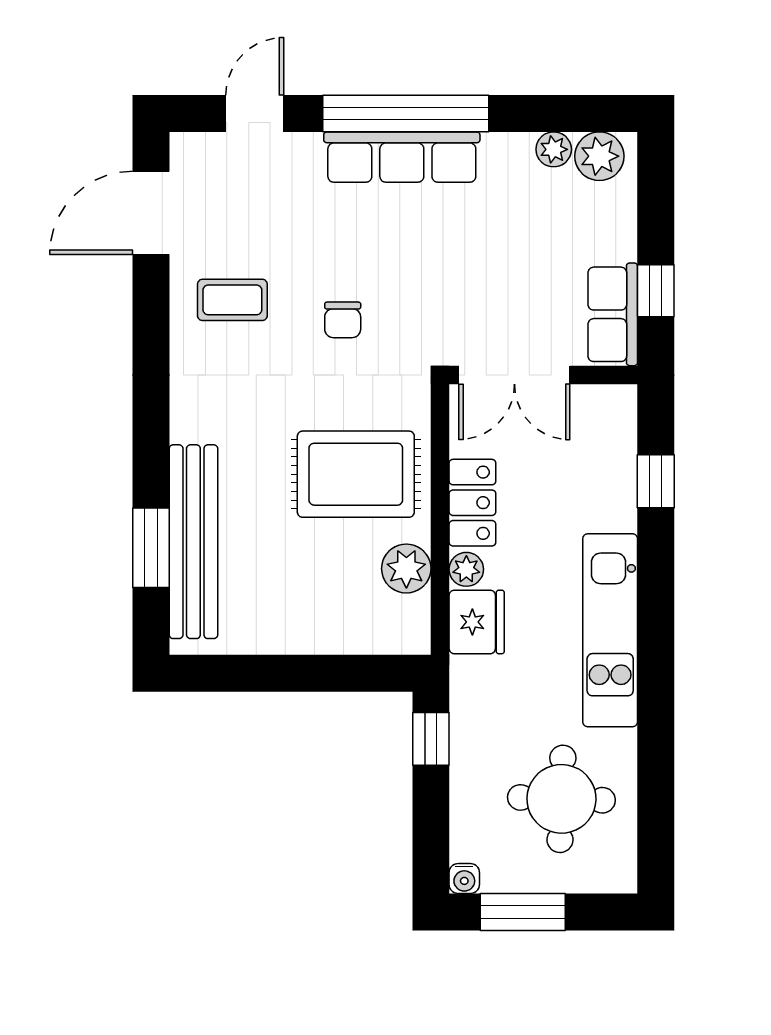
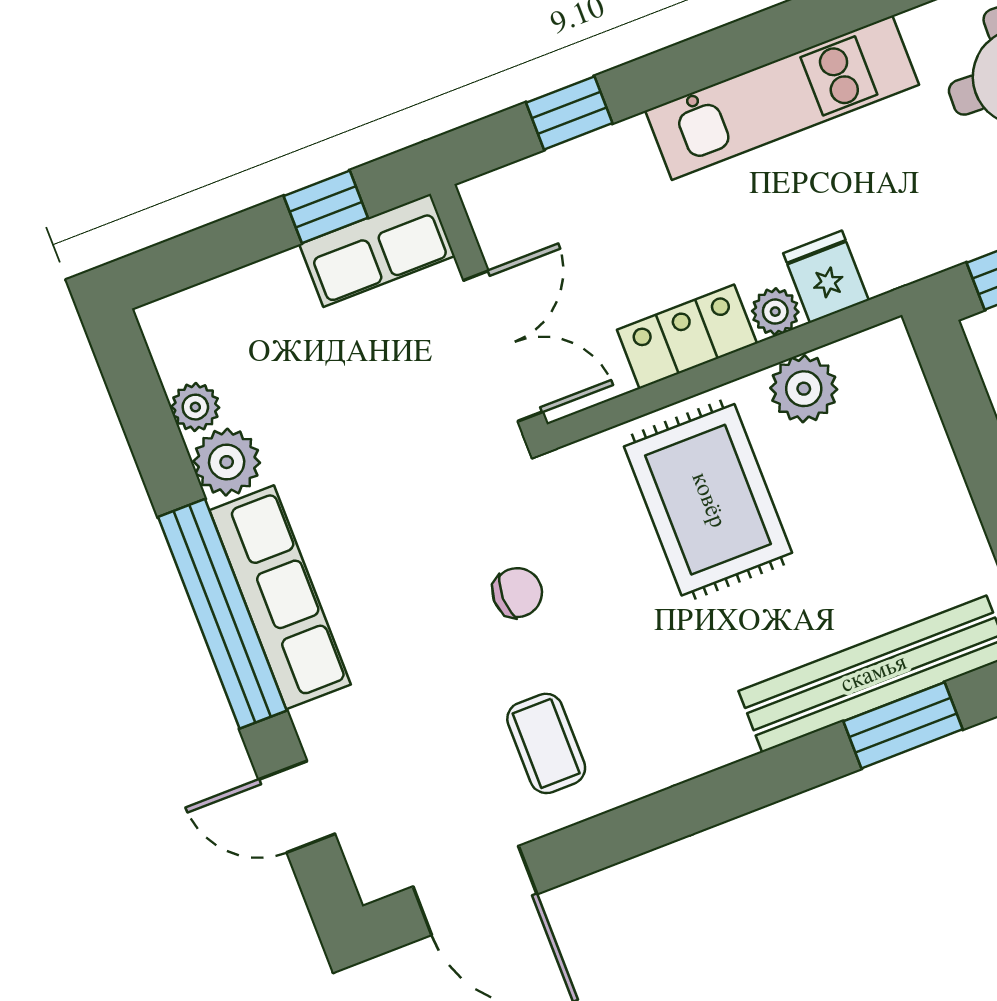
plant: (599, 156) -> (227, 462), moved
fridge: (477, 622) -> (826, 277), width x0.72

